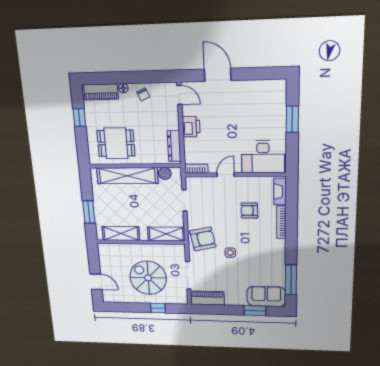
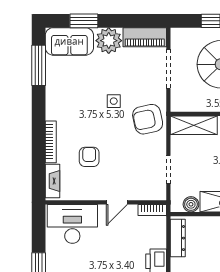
armchair: (249, 211) -> (89, 157), turned -90
plant: (235, 296) -> (109, 41), added

